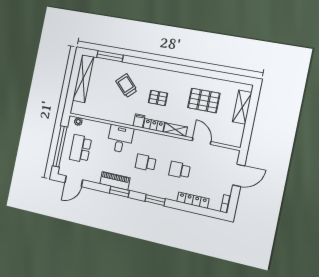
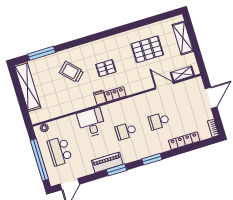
shelving: (175, 130) -> (182, 74), moved

